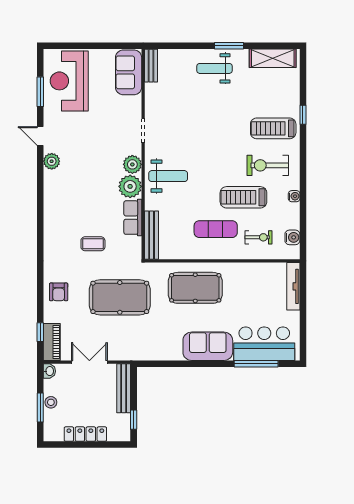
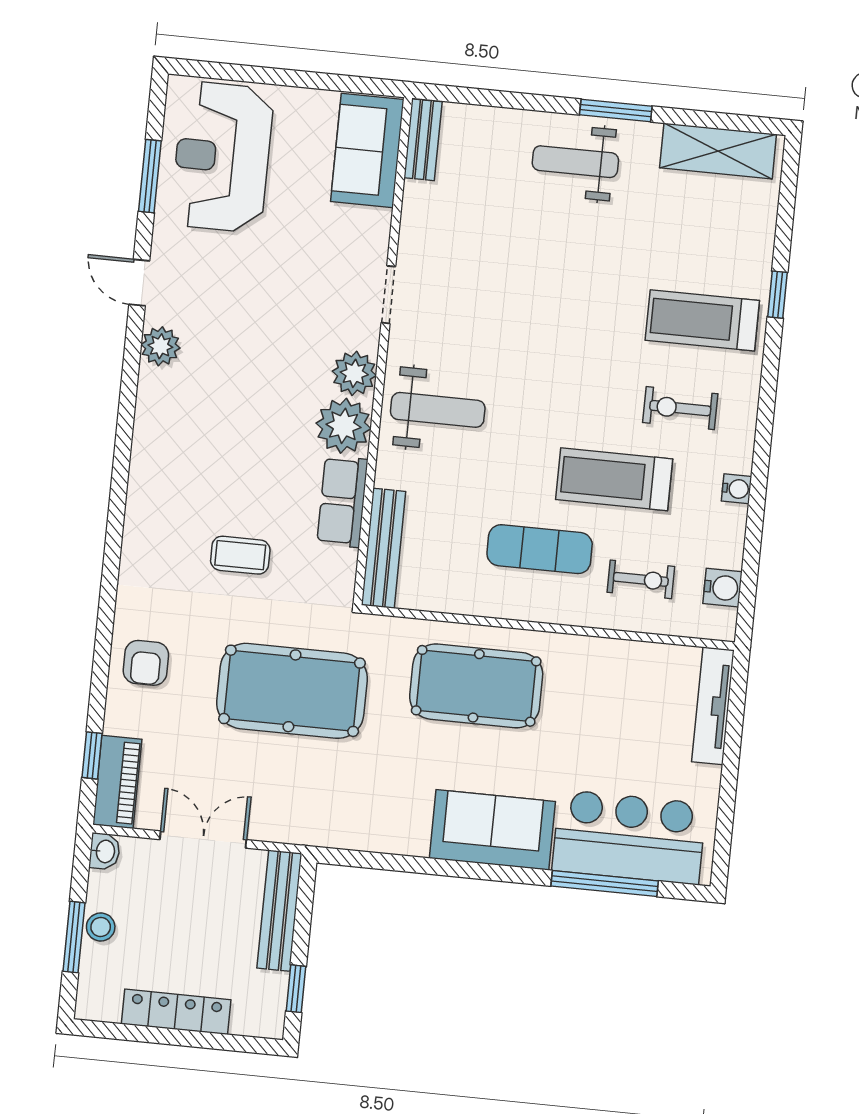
exercise bike: (268, 165) -> (680, 408), width x0.73, depth x0.72

